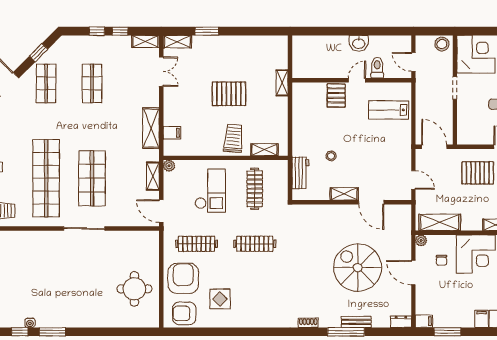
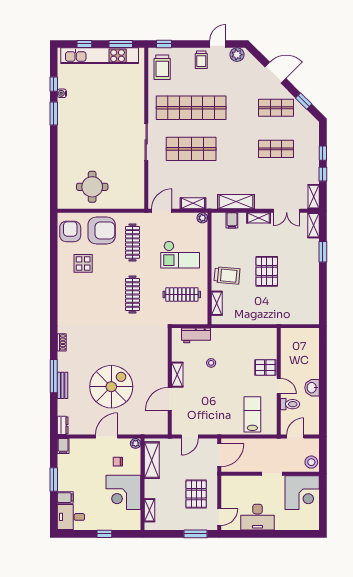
shelving: (282, 83) -> (259, 218), moved
window: (447, 332) -> (54, 480), moved

